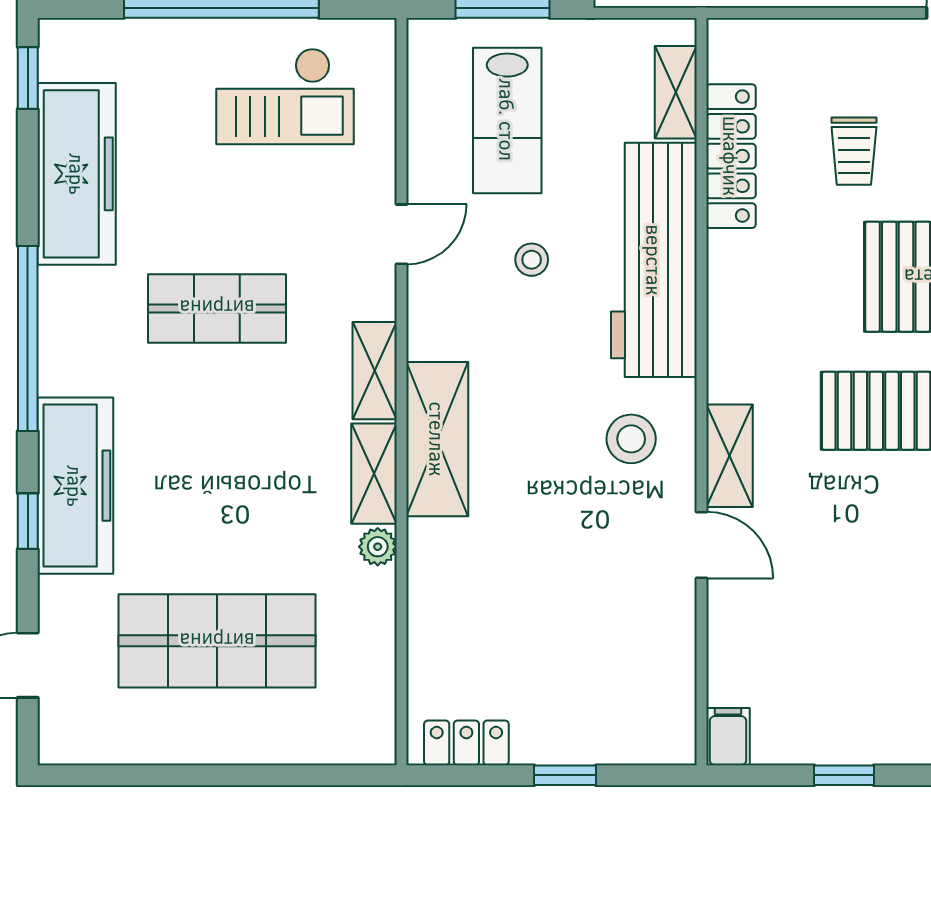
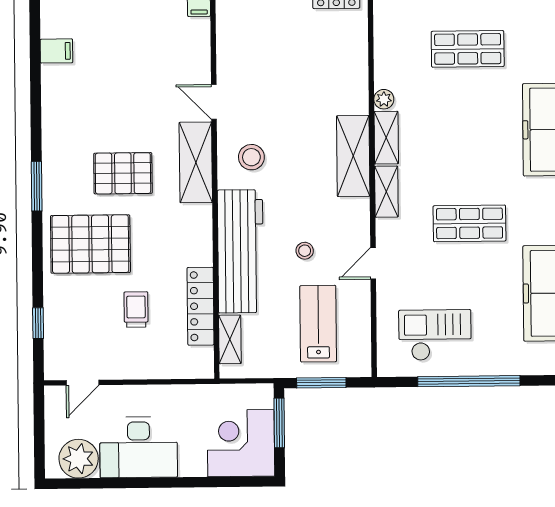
shelving: (729, 456) -> (196, 162), width x1.50, depth x1.33
shop shelf: (217, 641) -> (468, 49), width x0.70, depth x0.74

